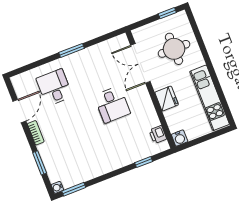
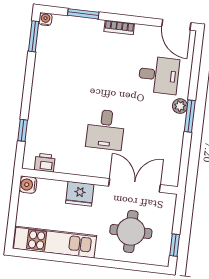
plant: (68, 61) -> (180, 106), added
desk: (112, 104) -> (105, 130), turned -90
door: (19, 111) -> (176, 25), moved

